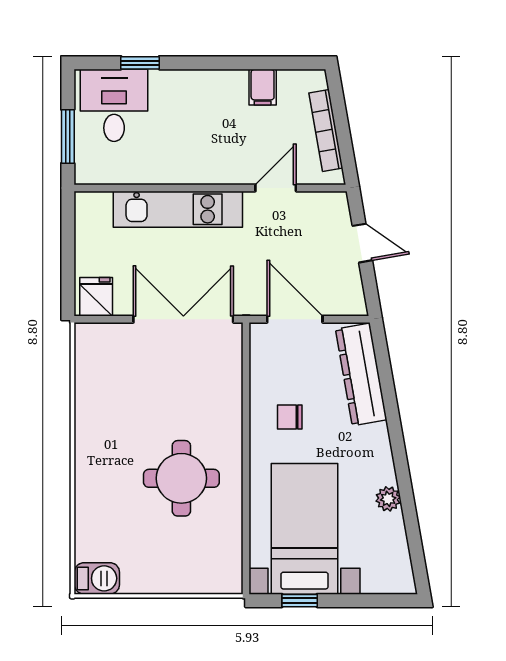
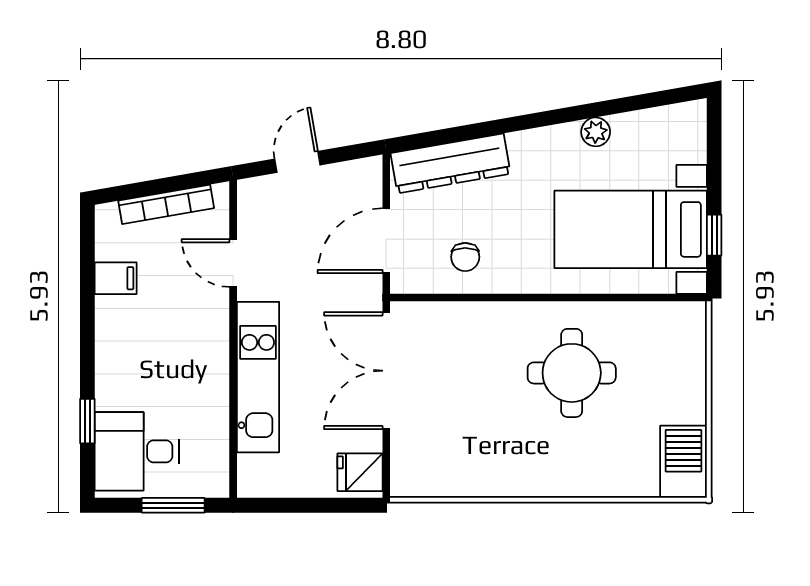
chair: (290, 417) -> (465, 257), moved
barbecue: (97, 578) -> (683, 462), width x1.38, depth x1.27

